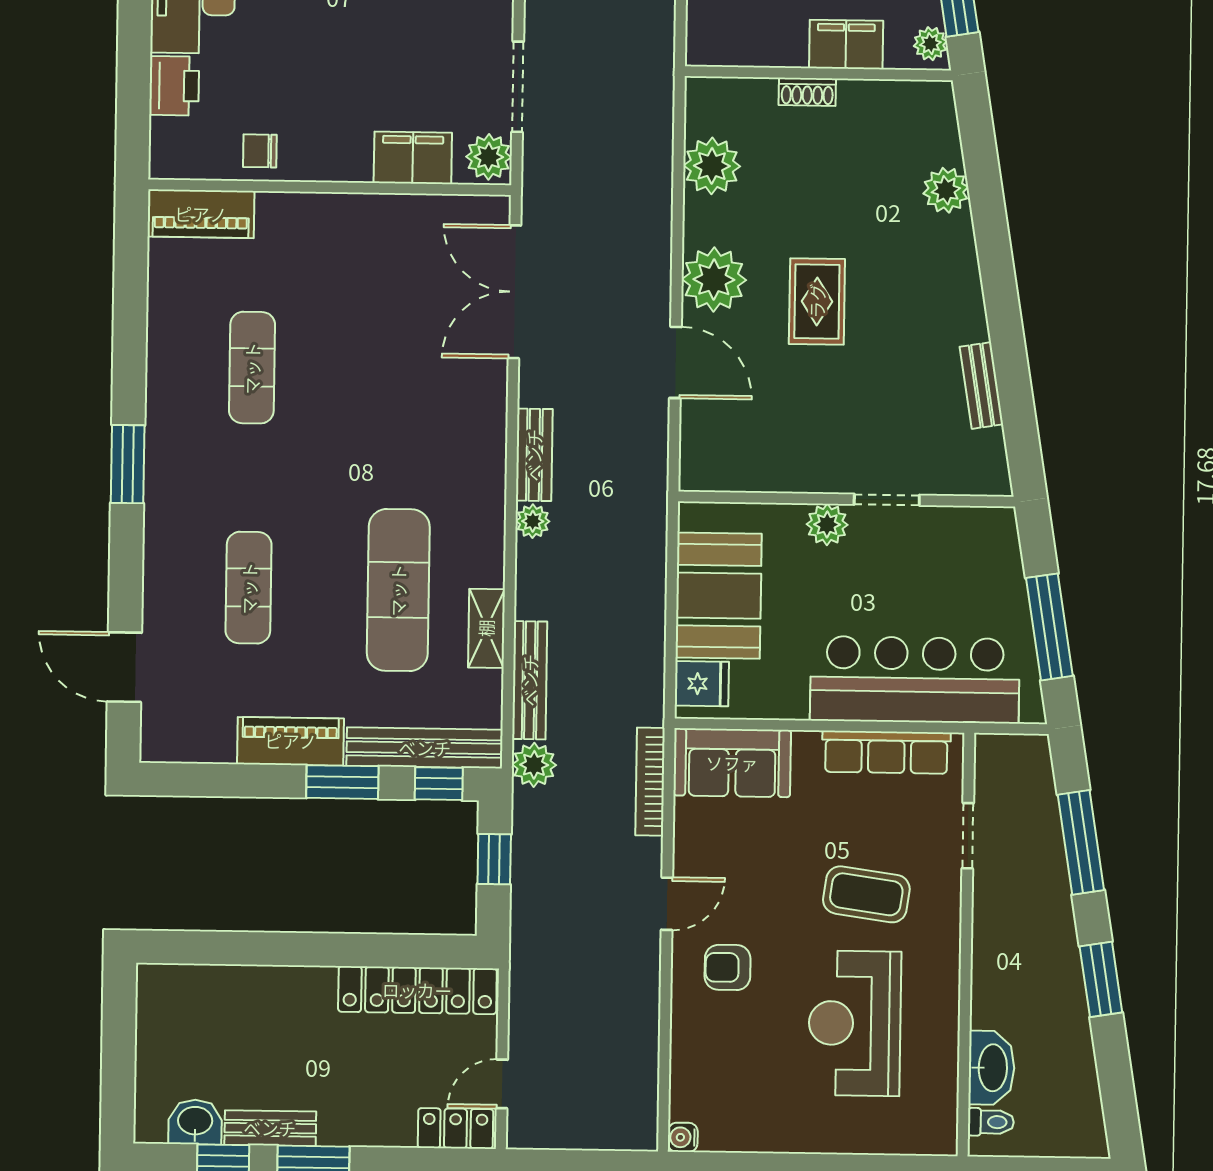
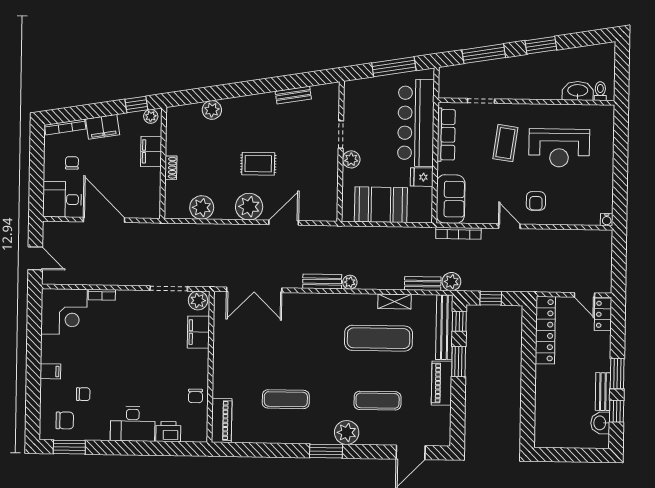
plant: (172, 514) -> (347, 433), added
bench: (530, 680) -> (423, 284), width x0.73
fridge: (702, 684) -> (422, 177), moved, turned -90

